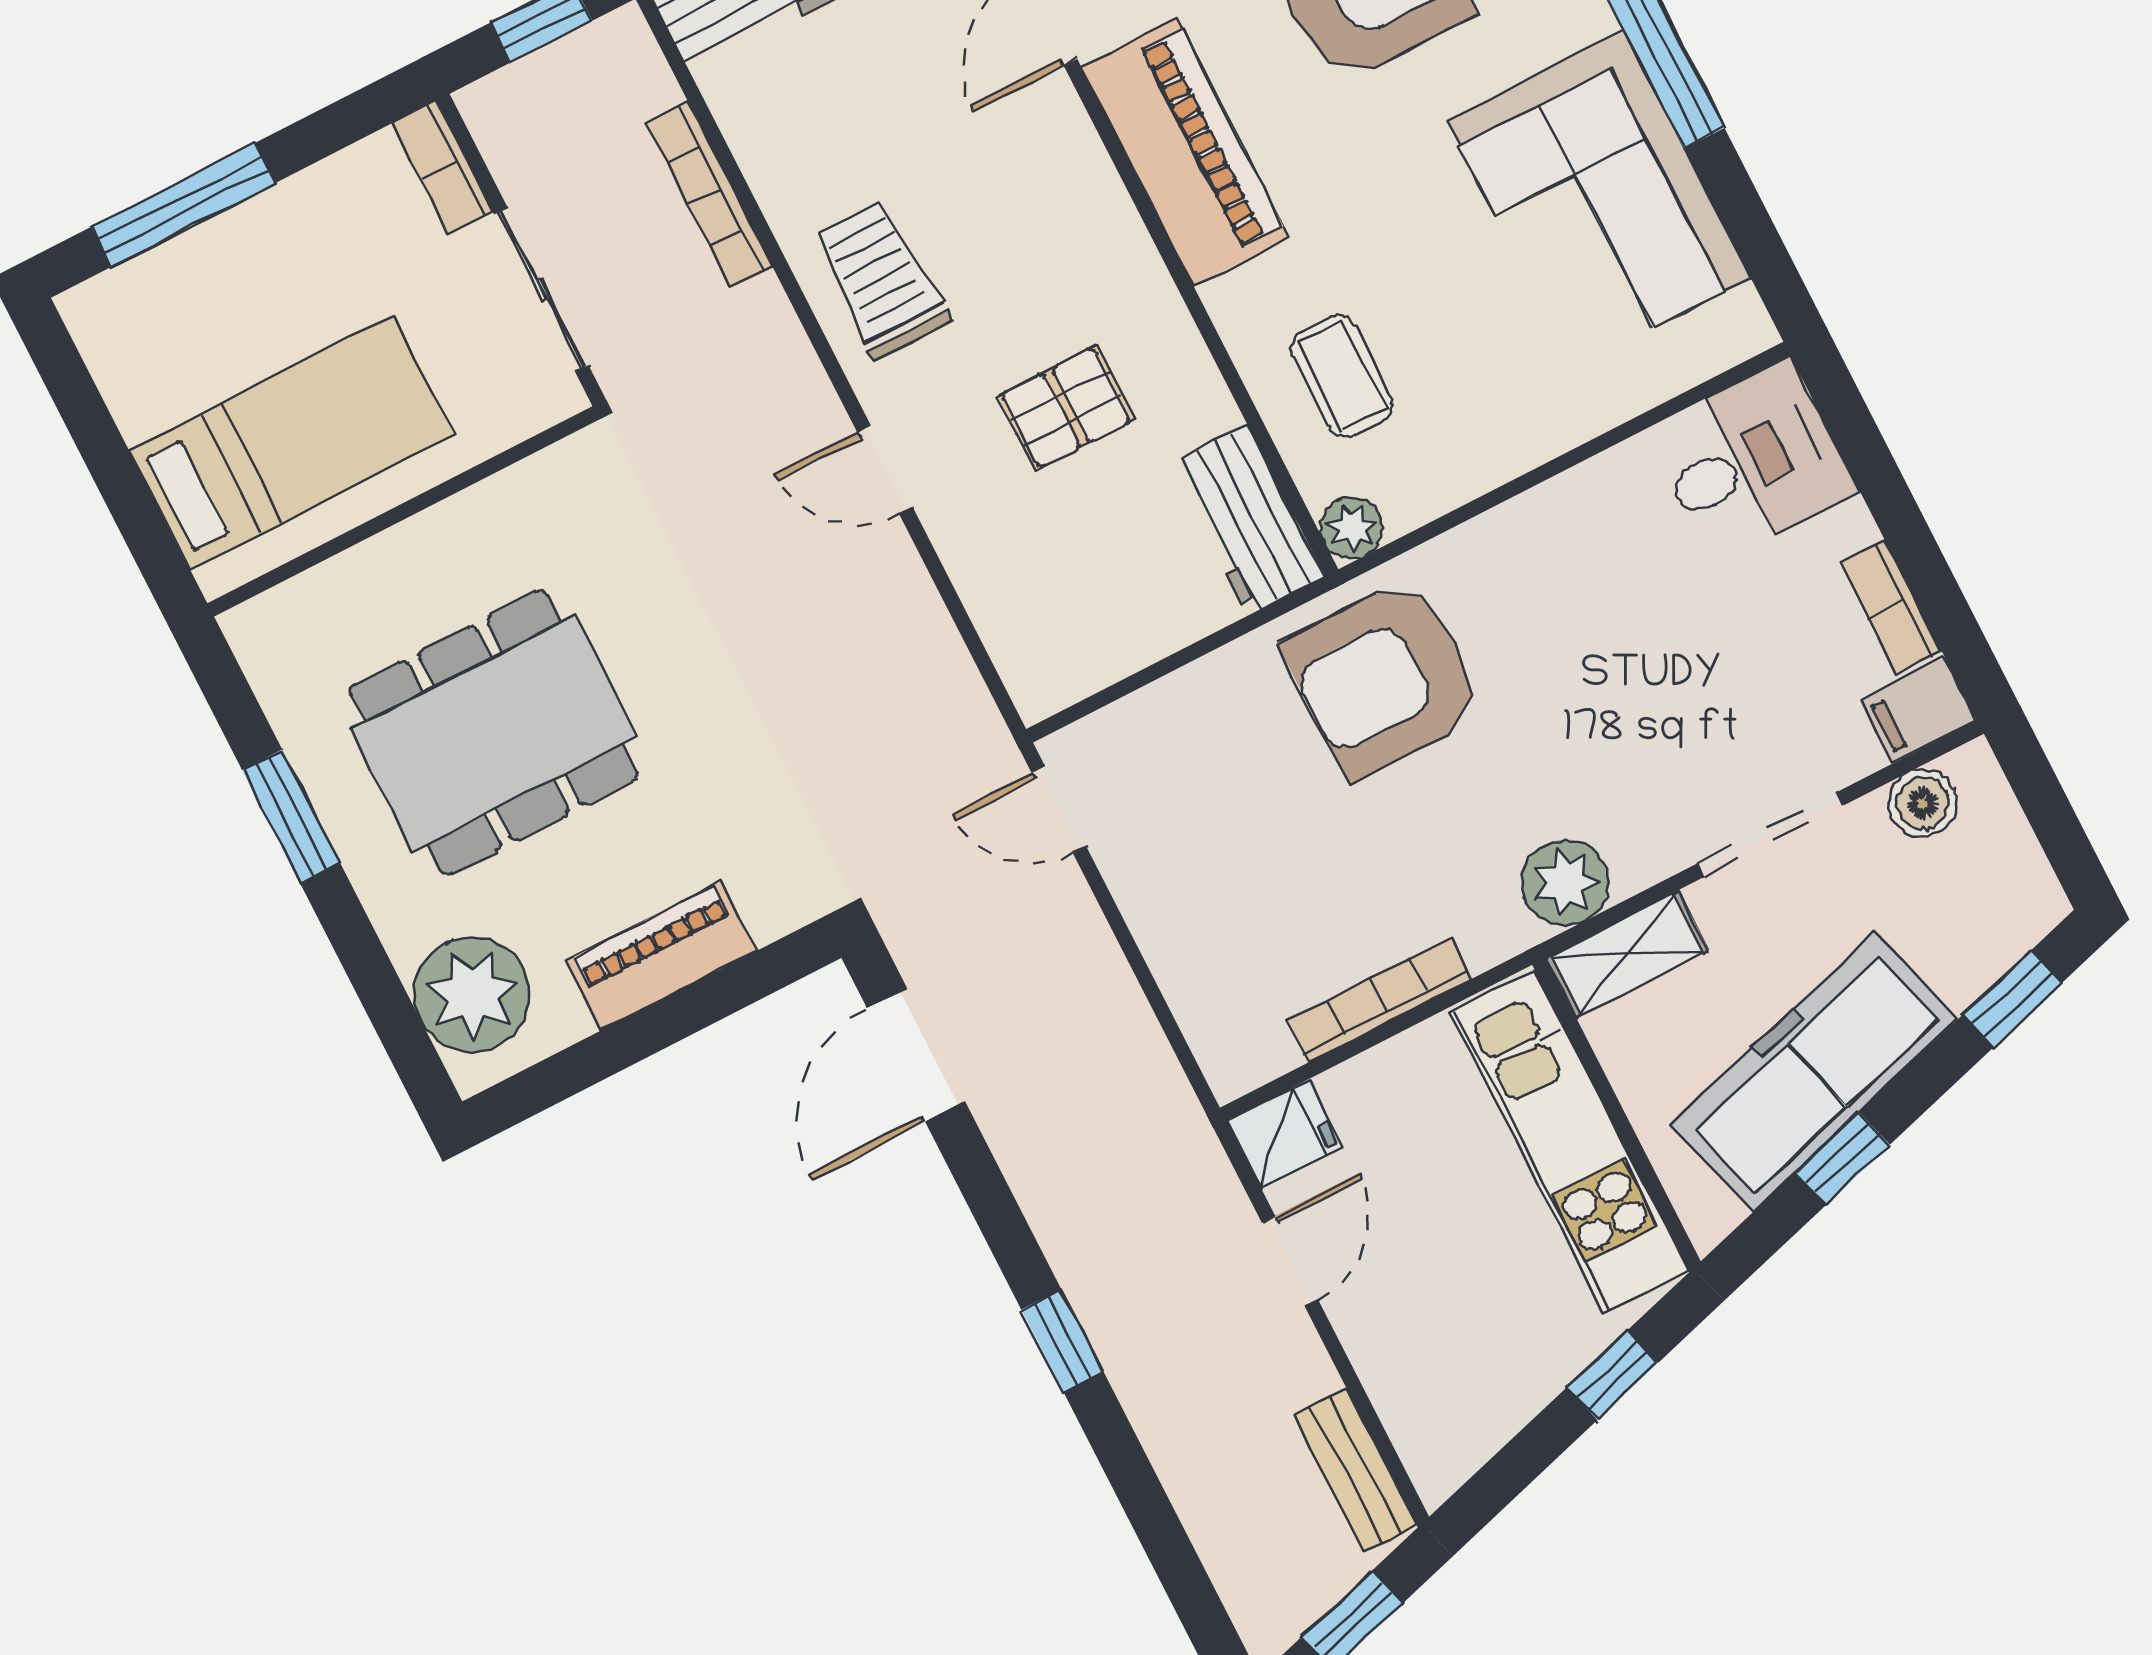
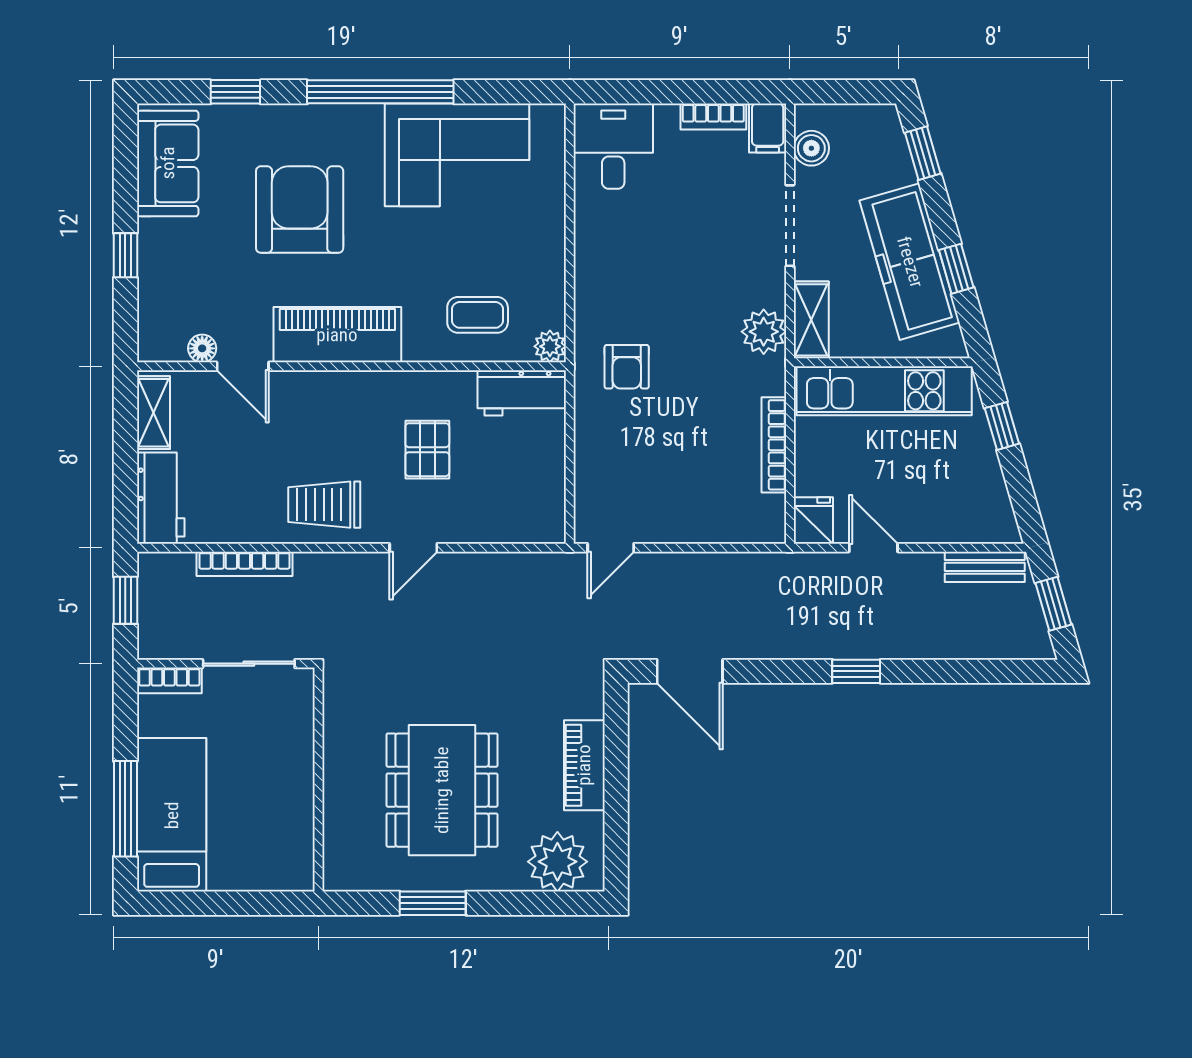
bed: (292, 443) -> (172, 815), moved
armchair: (1384, 678) -> (627, 367), width x0.53, depth x0.53

